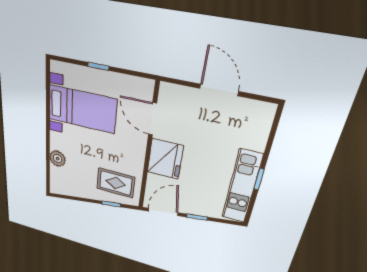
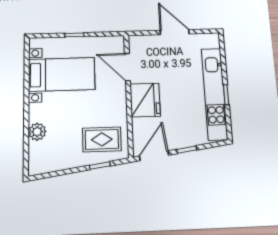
kitchen unit: (242, 187) -> (214, 94), width x1.36

